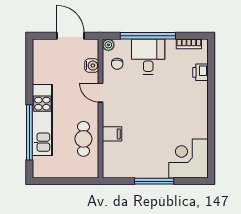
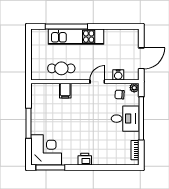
printer: (201, 72) -> (85, 159), moved
window: (211, 153) -> (50, 167), added

